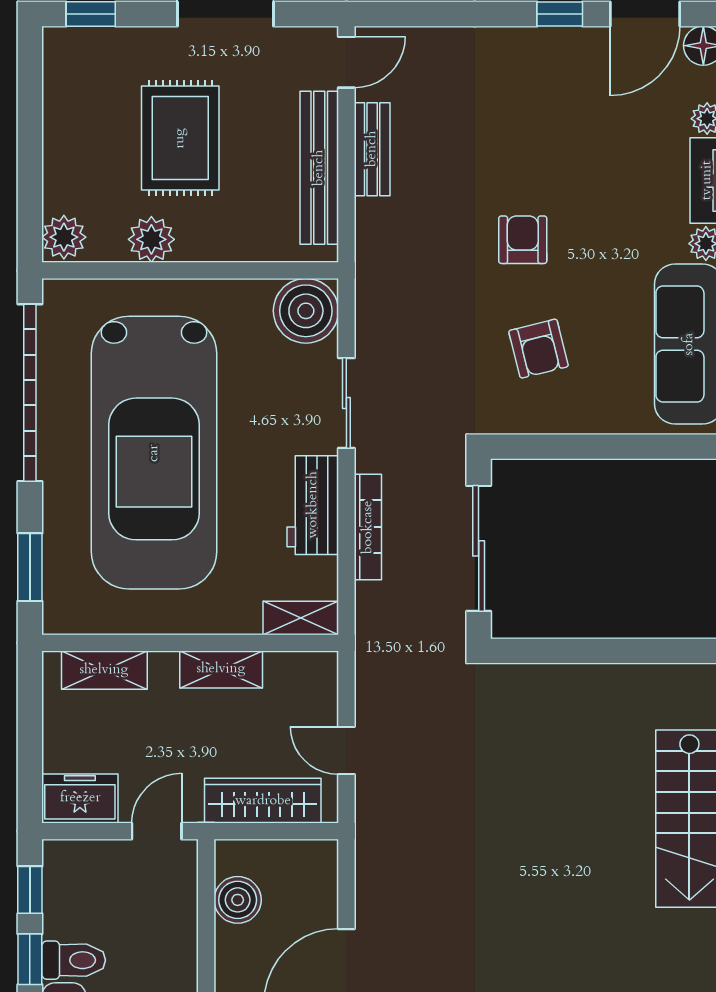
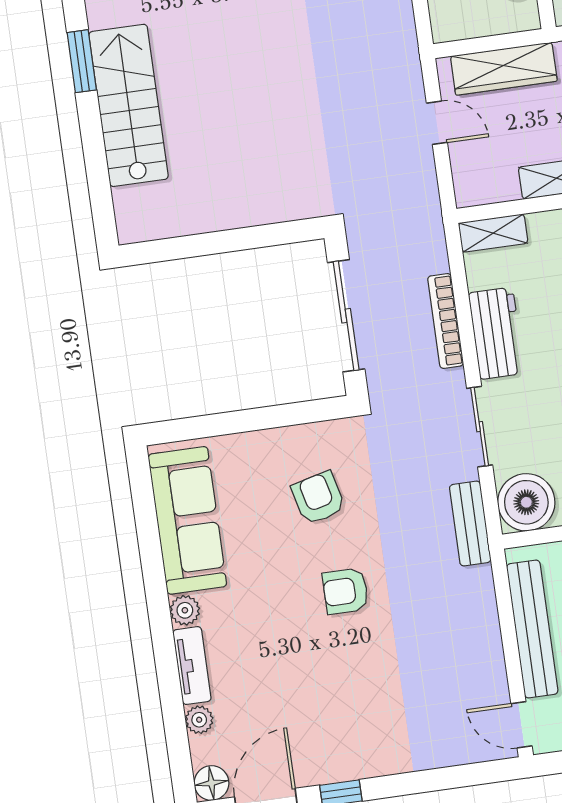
door: (346, 62) -> (522, 725), hinge flipped
bench: (372, 149) -> (470, 523), moved
armchair: (523, 240) -> (345, 591), turned 90

